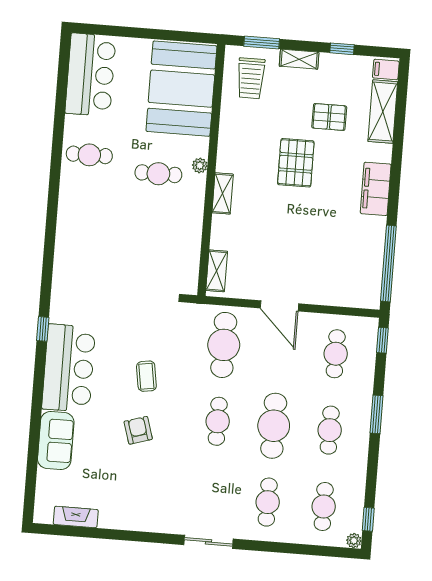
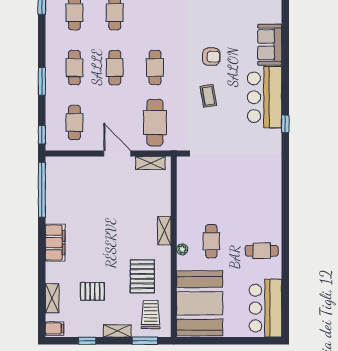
shelving: (383, 112) -> (52, 298), width x0.67, depth x0.75
pallet: (296, 163) -> (142, 276), moved
cafe table: (158, 174) -> (211, 241), turned 90
shelving: (217, 271) -> (150, 163), moved, turned 90
cafe table: (274, 426) -> (115, 68), width x0.73, depth x0.74
armchair: (138, 430) -> (211, 57), turned -73

